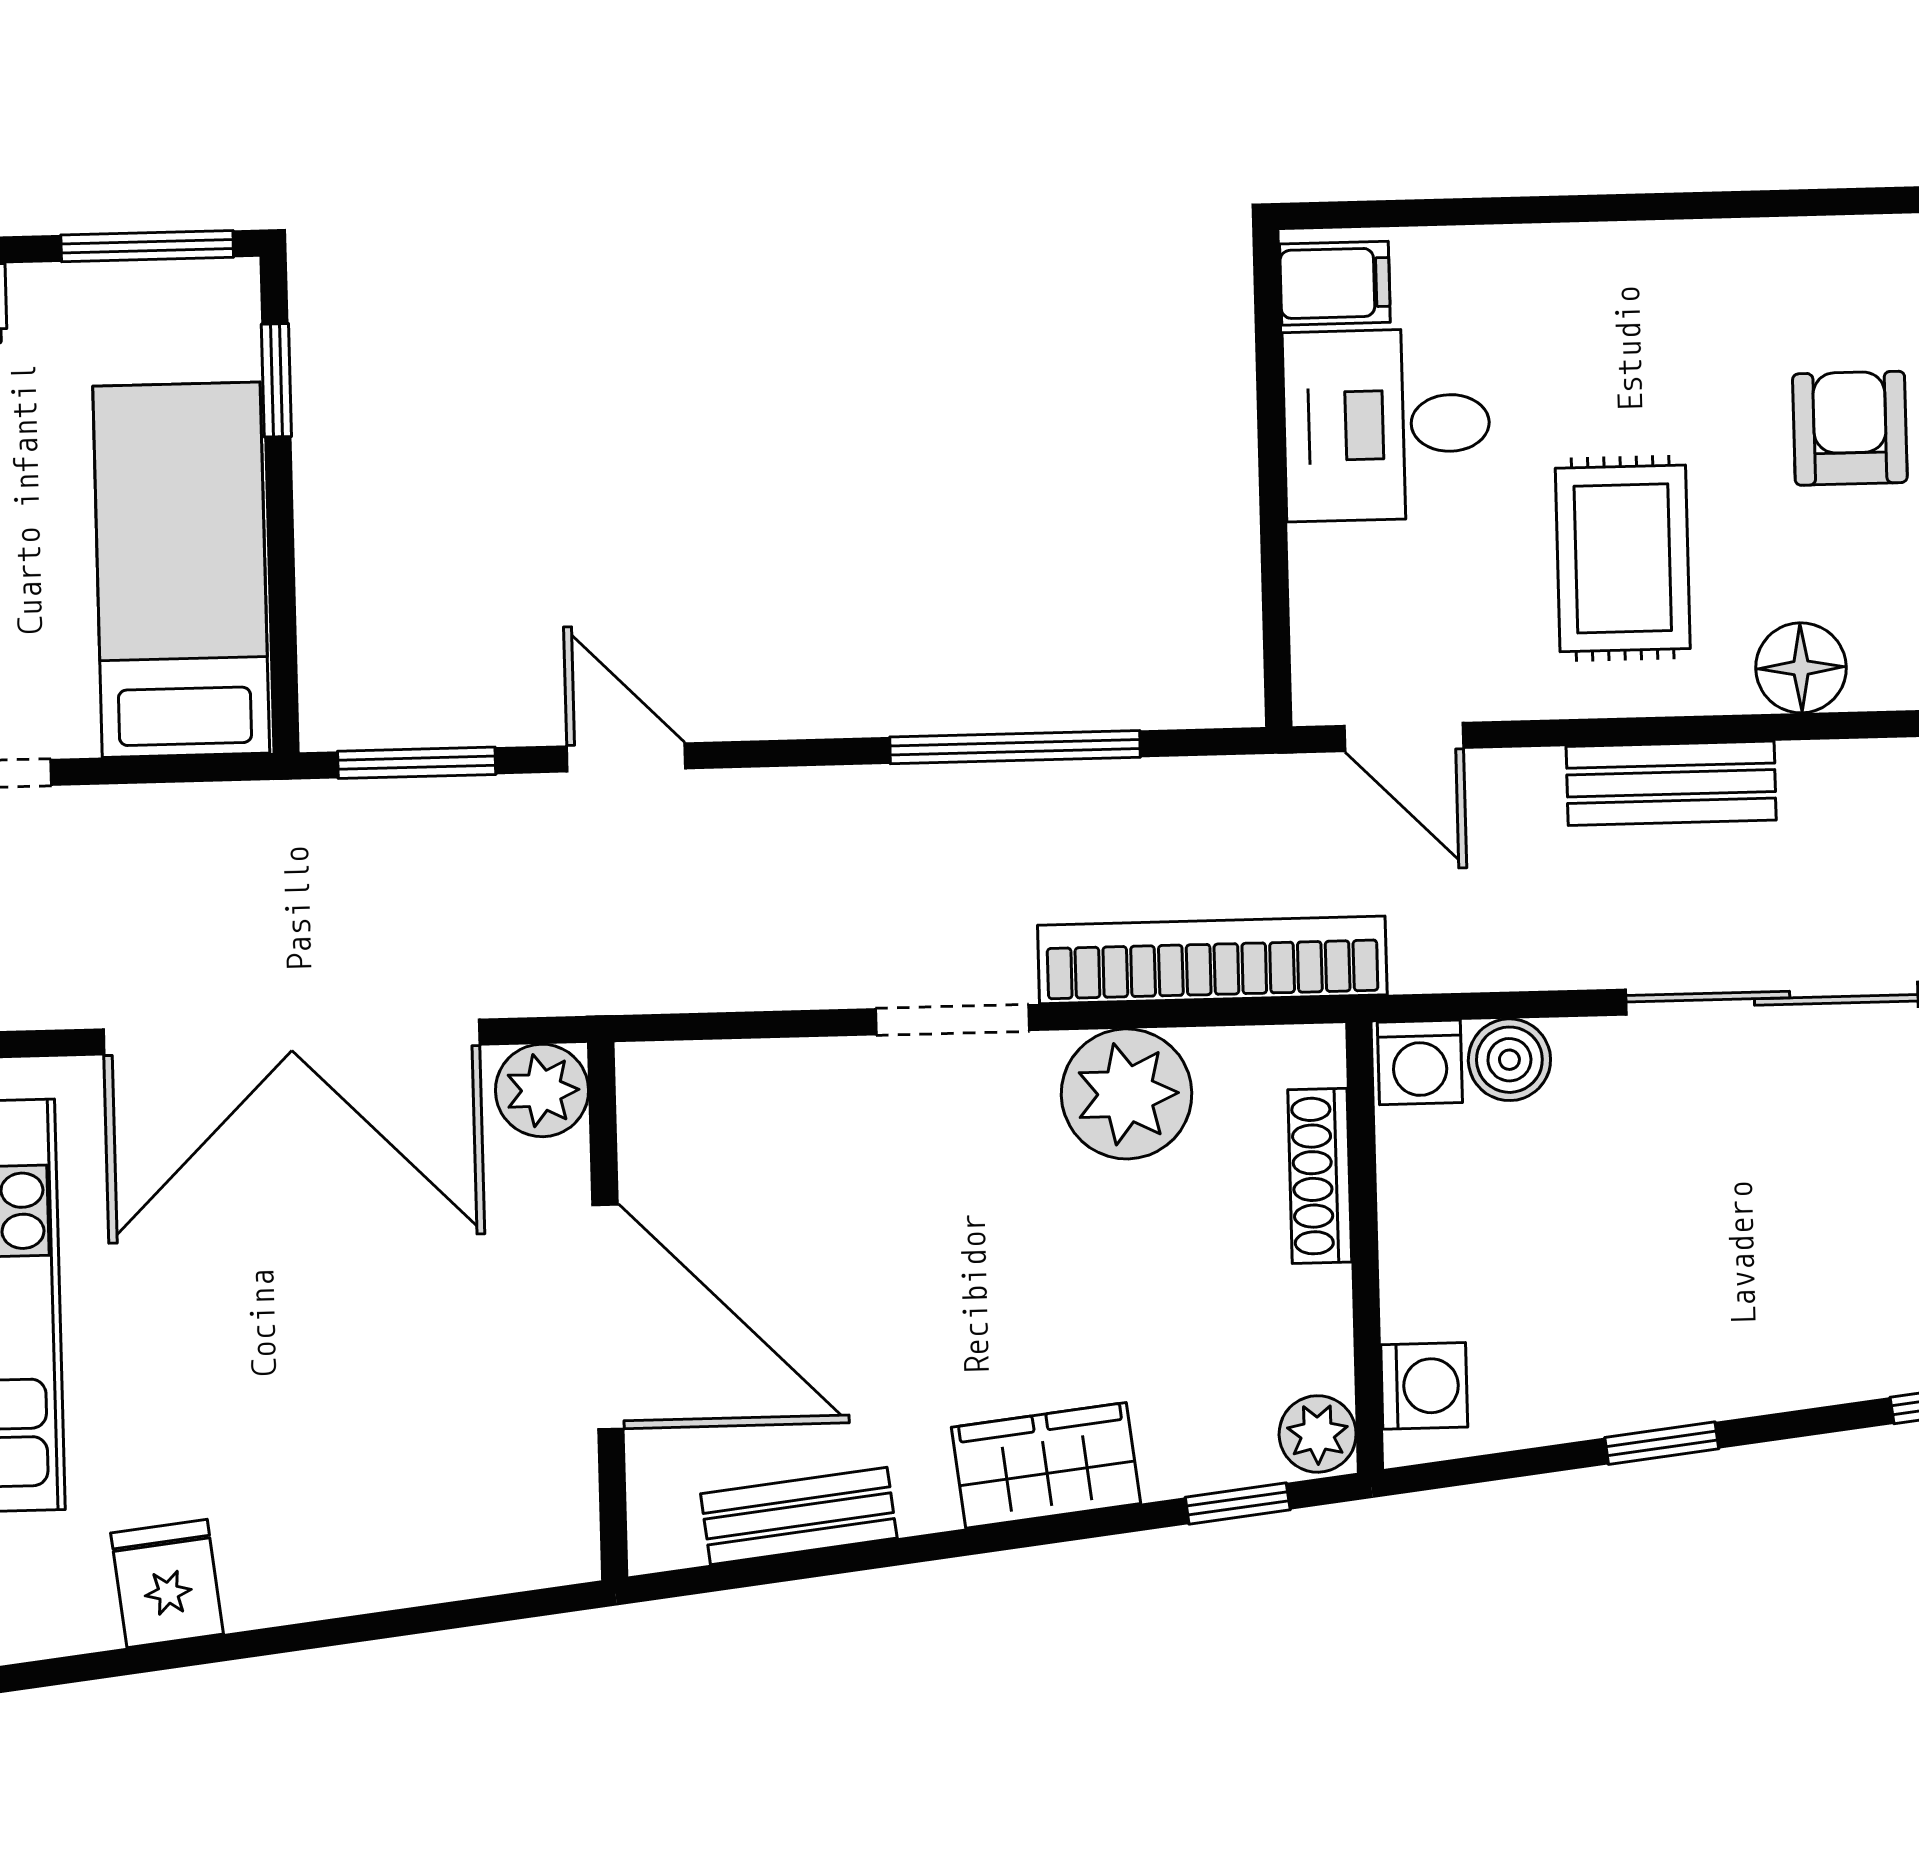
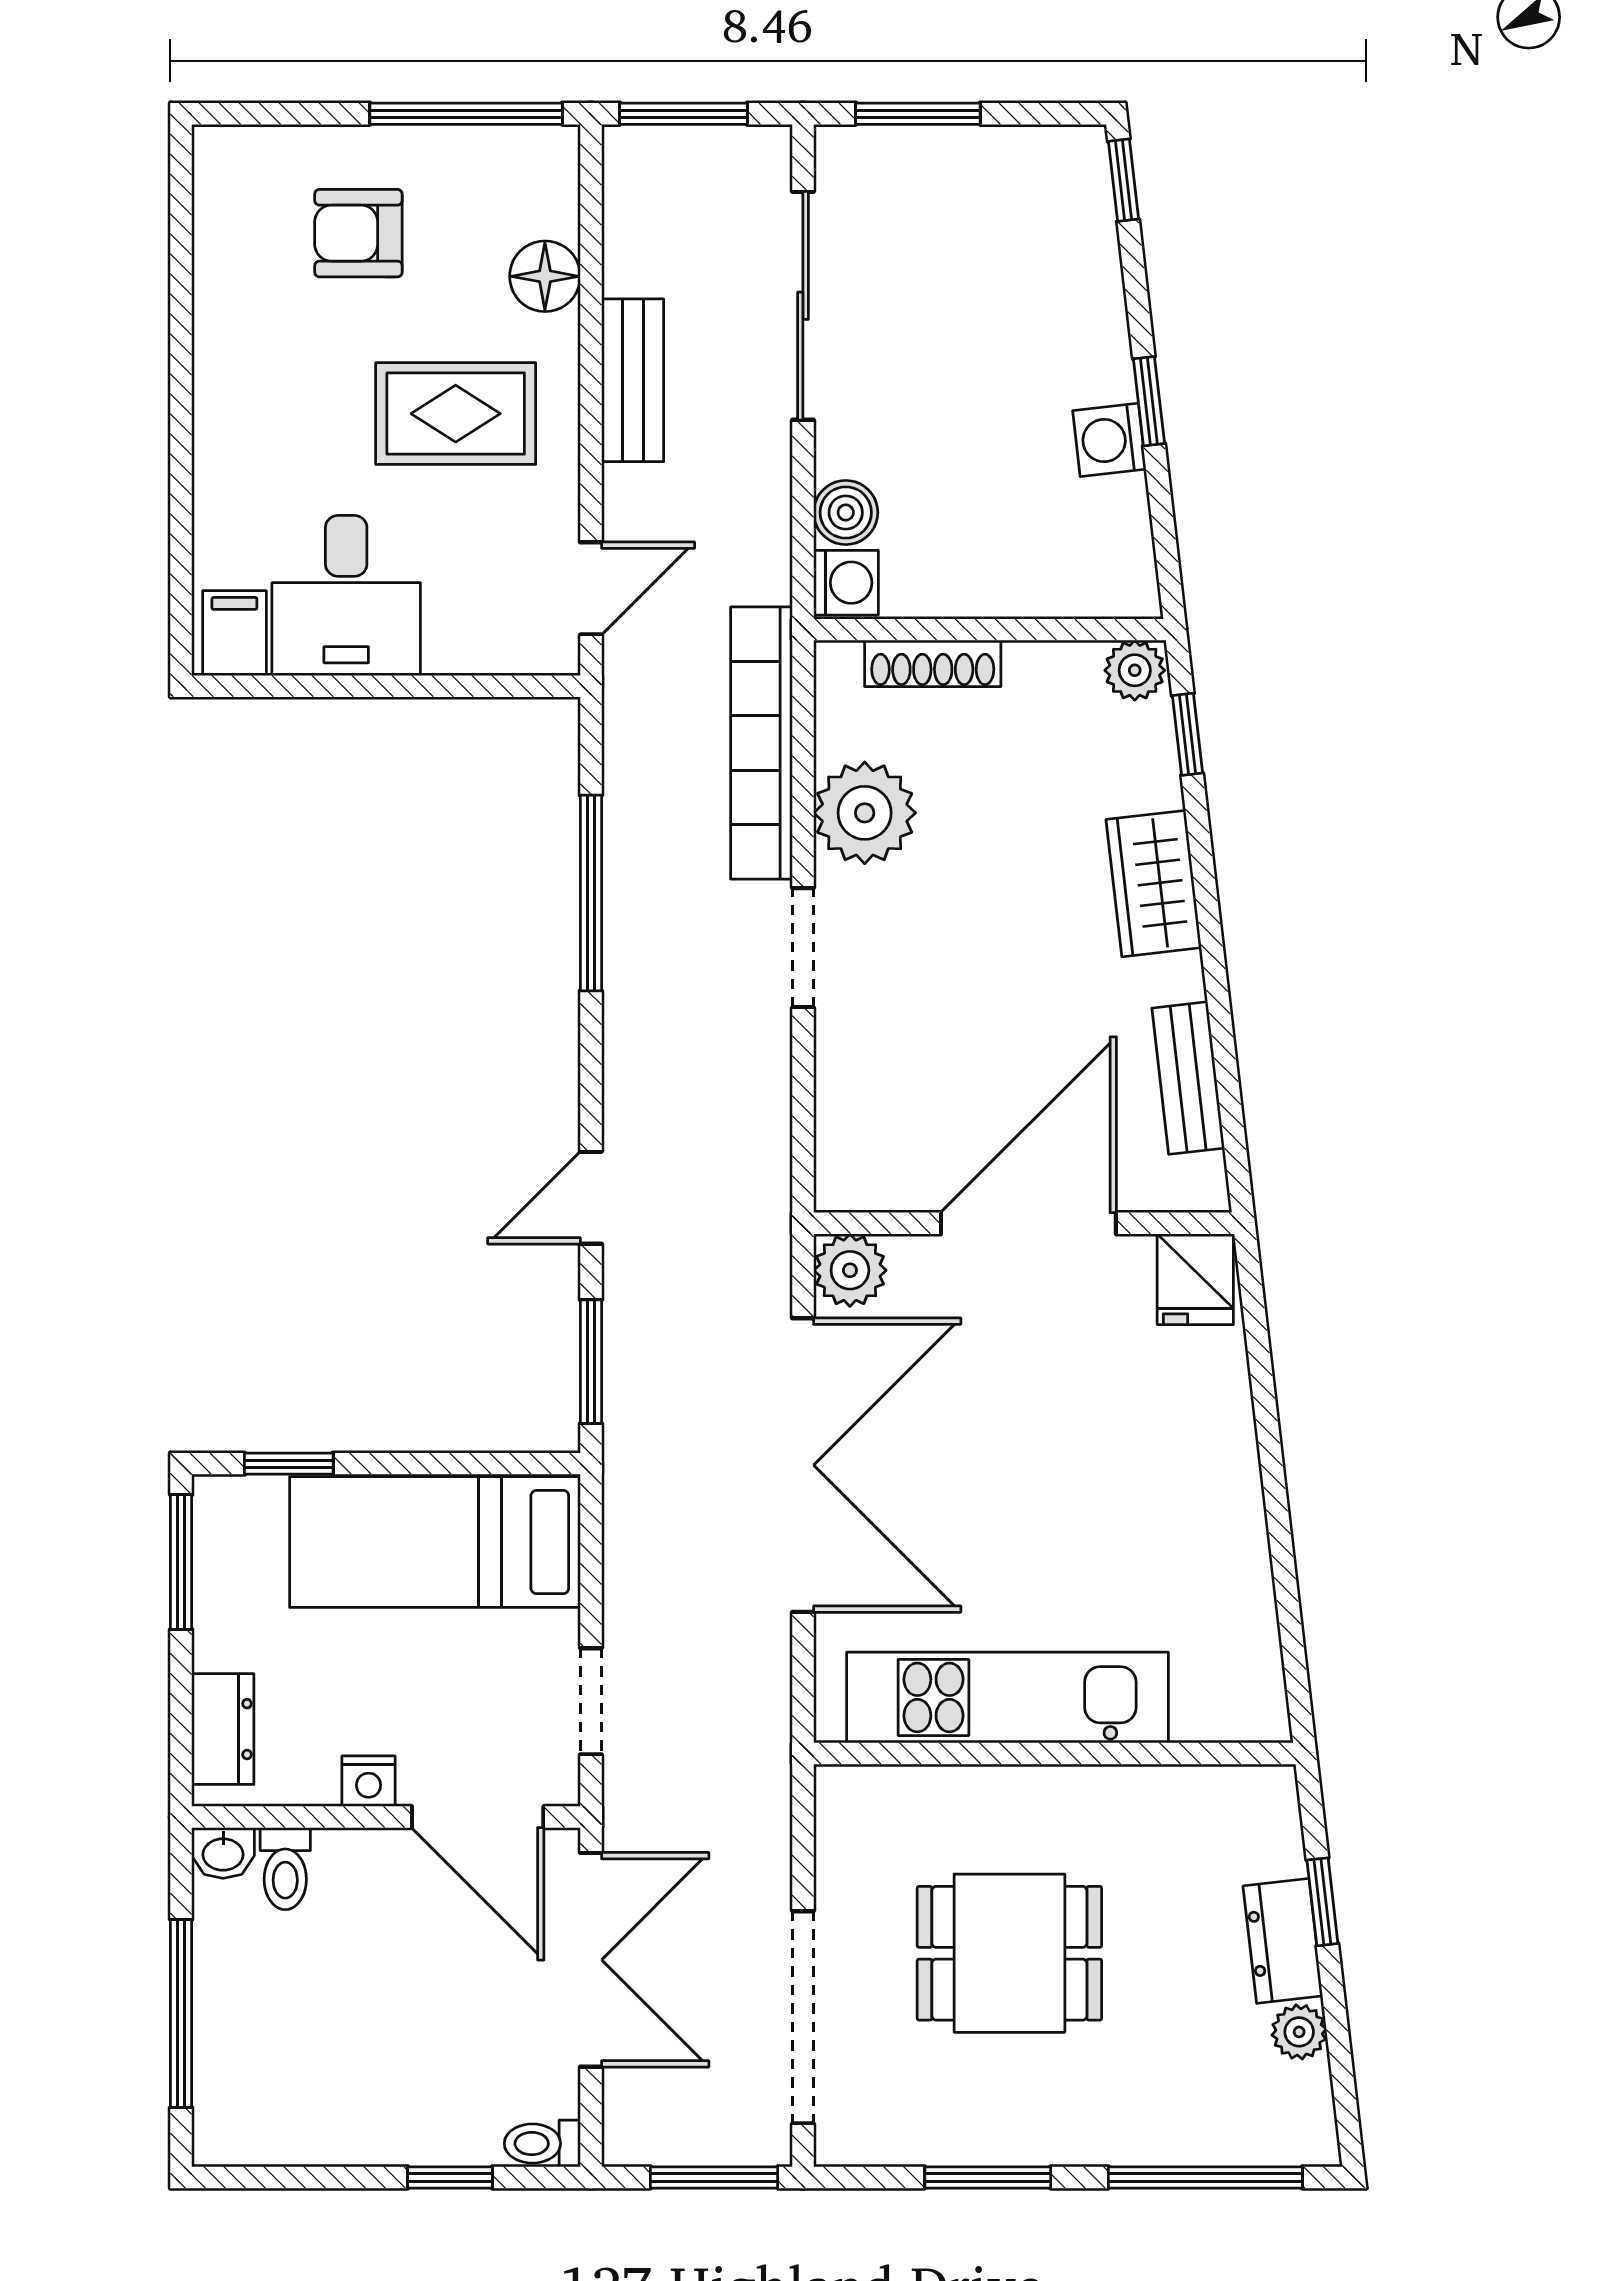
washing machine: (1424, 1386) -> (1109, 440), moved, turned -97
fridge: (167, 1583) -> (1195, 1279), moved, turned -83

